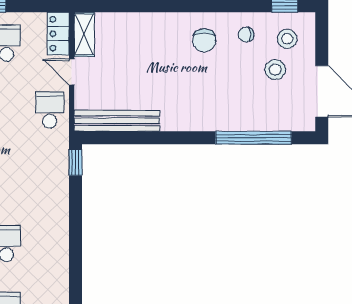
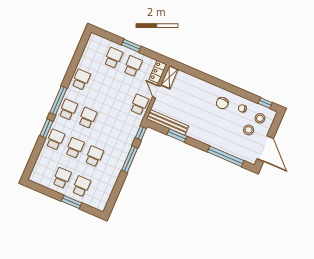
window: (145, 138) -> (177, 135), added
window: (75, 220) -> (130, 159), added

